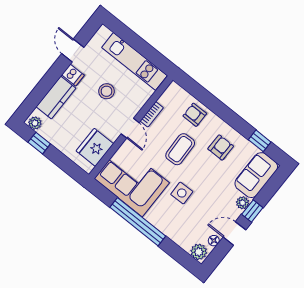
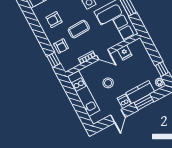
window: (45, 86) -> (144, 102), added
door: (130, 128) -> (103, 55), swing flipped
window: (260, 141) -> (54, 60), moved
fridge: (95, 147) -> (125, 52), width x0.53, depth x0.75

